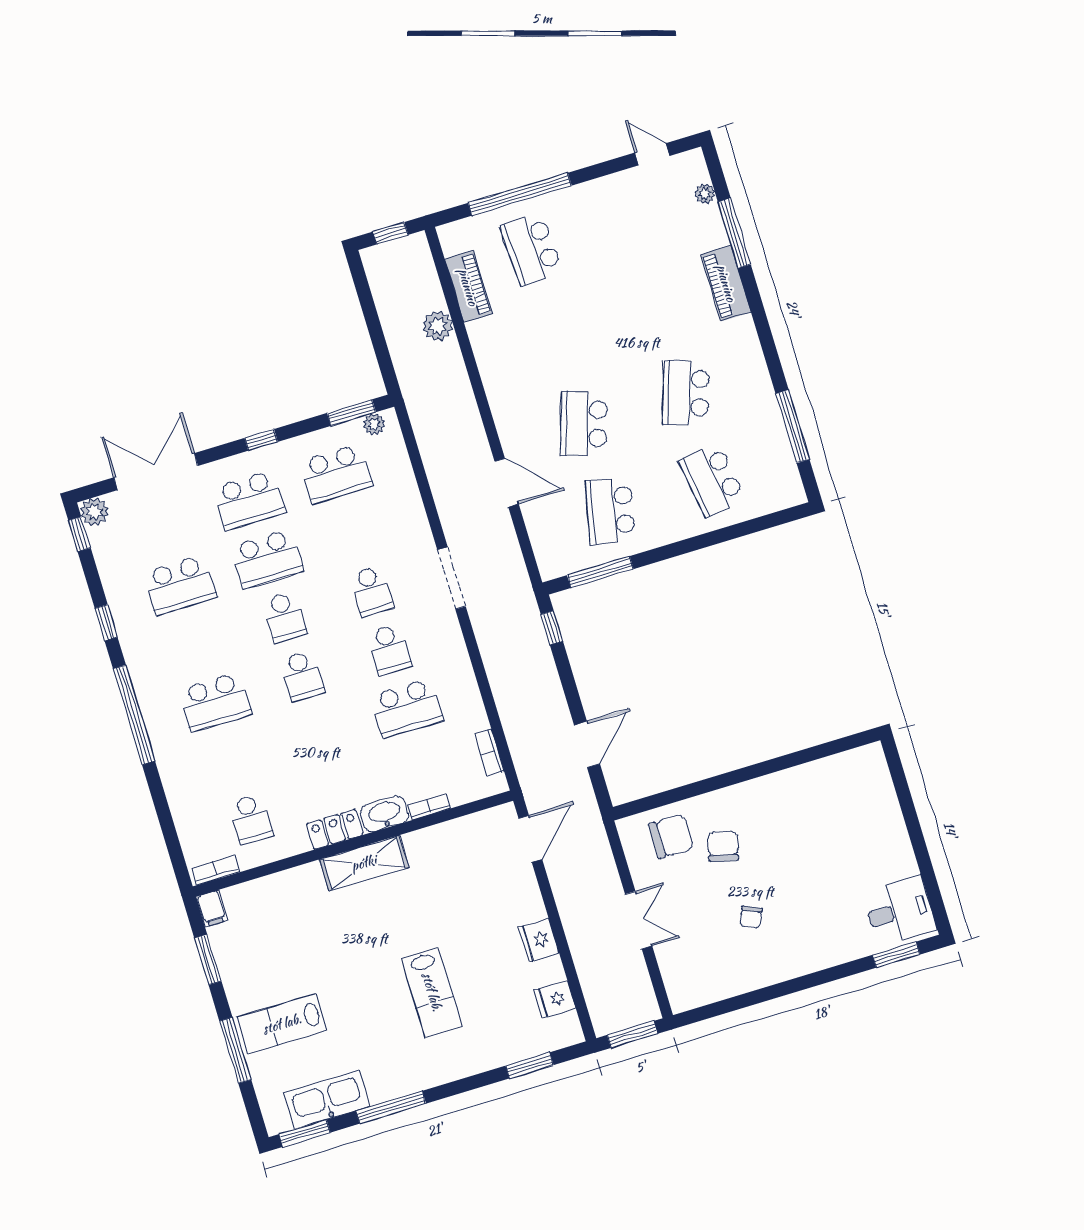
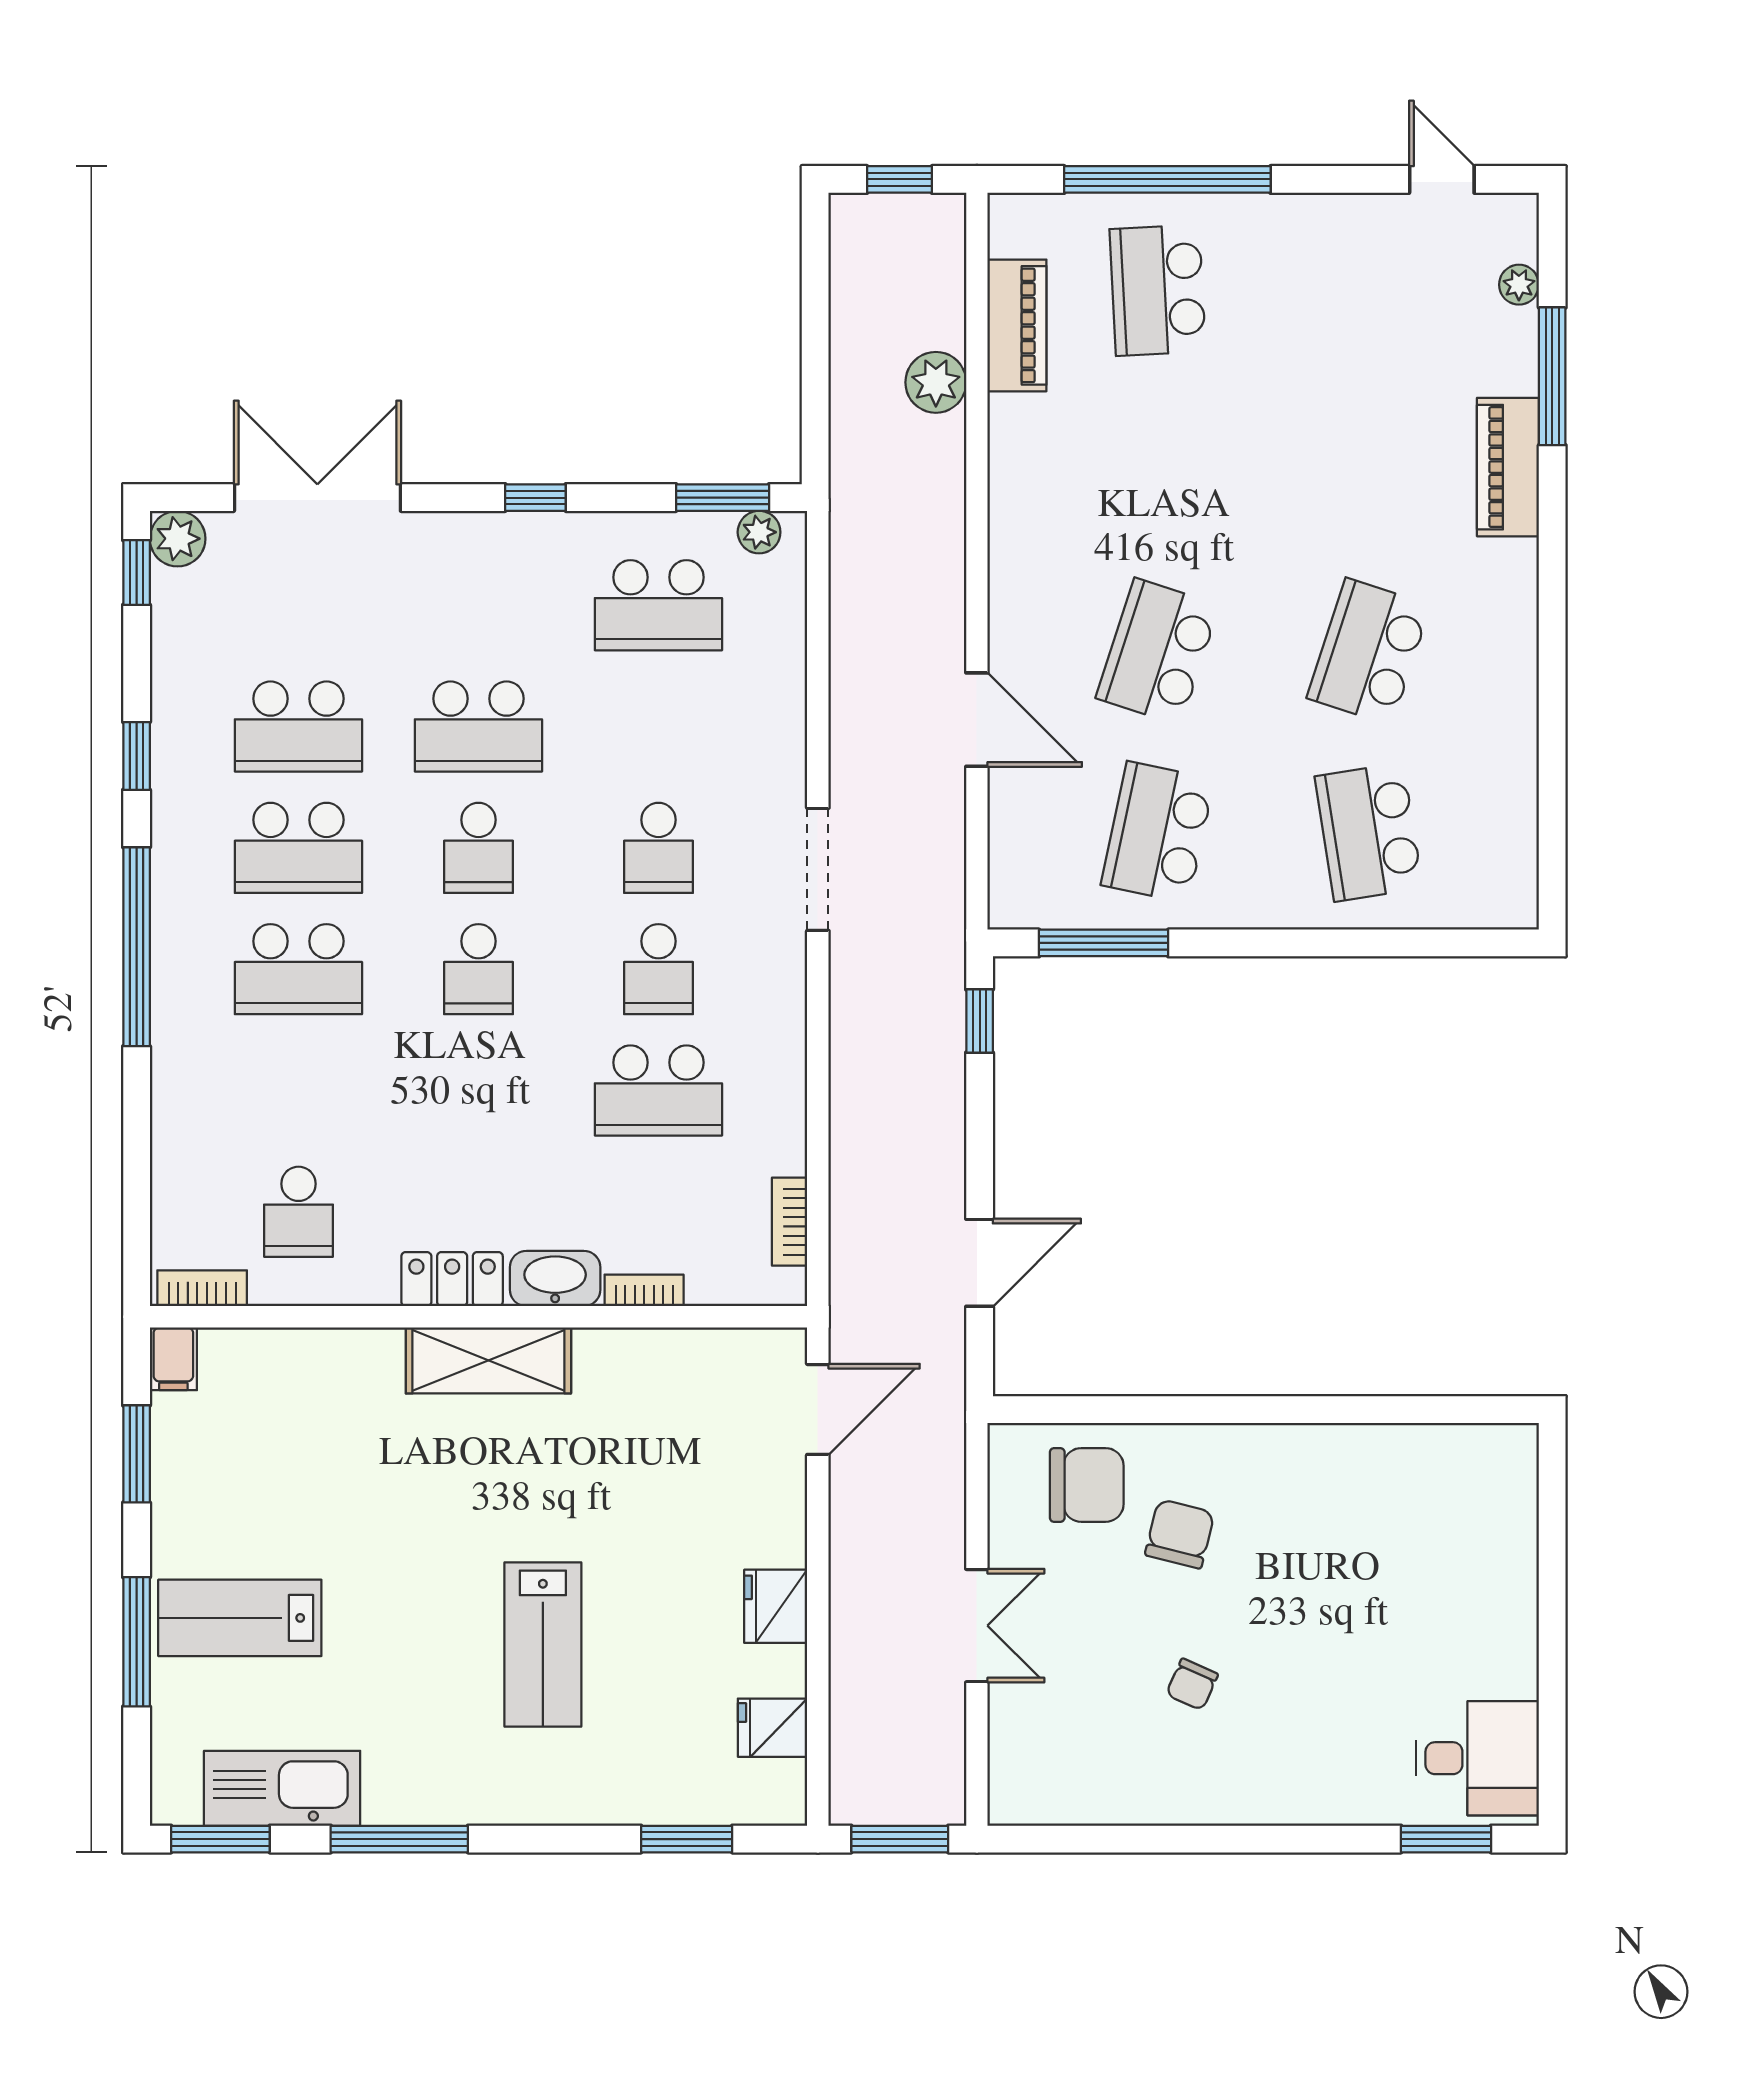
window: (793, 426) -> (1552, 777), removed
school desk: (249, 500) -> (298, 848), moved

